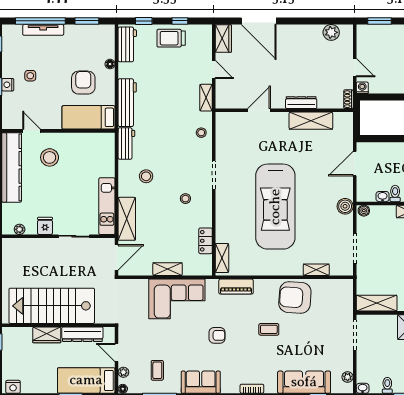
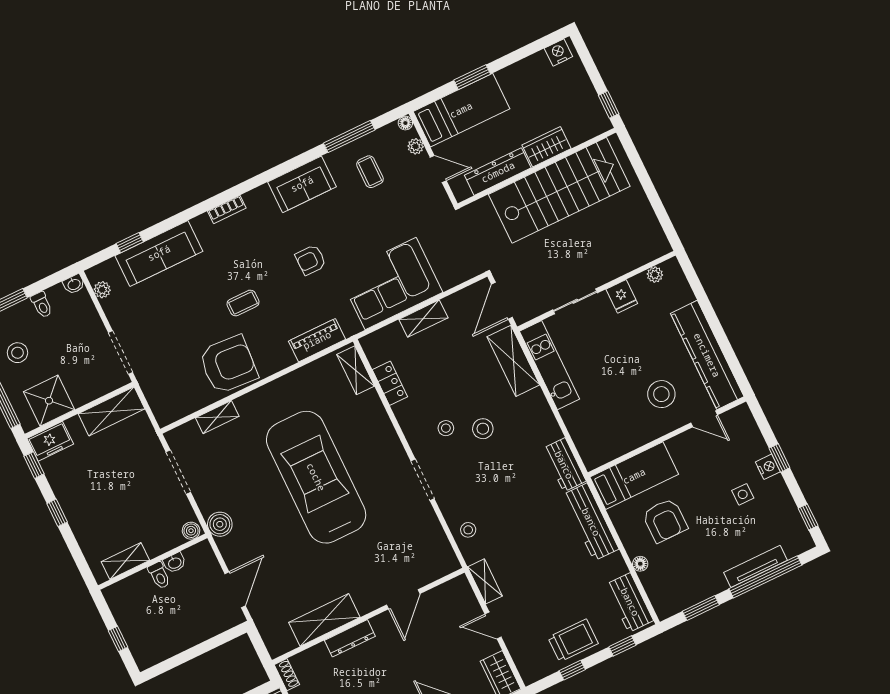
stool: (146, 176) -> (483, 429), moved

